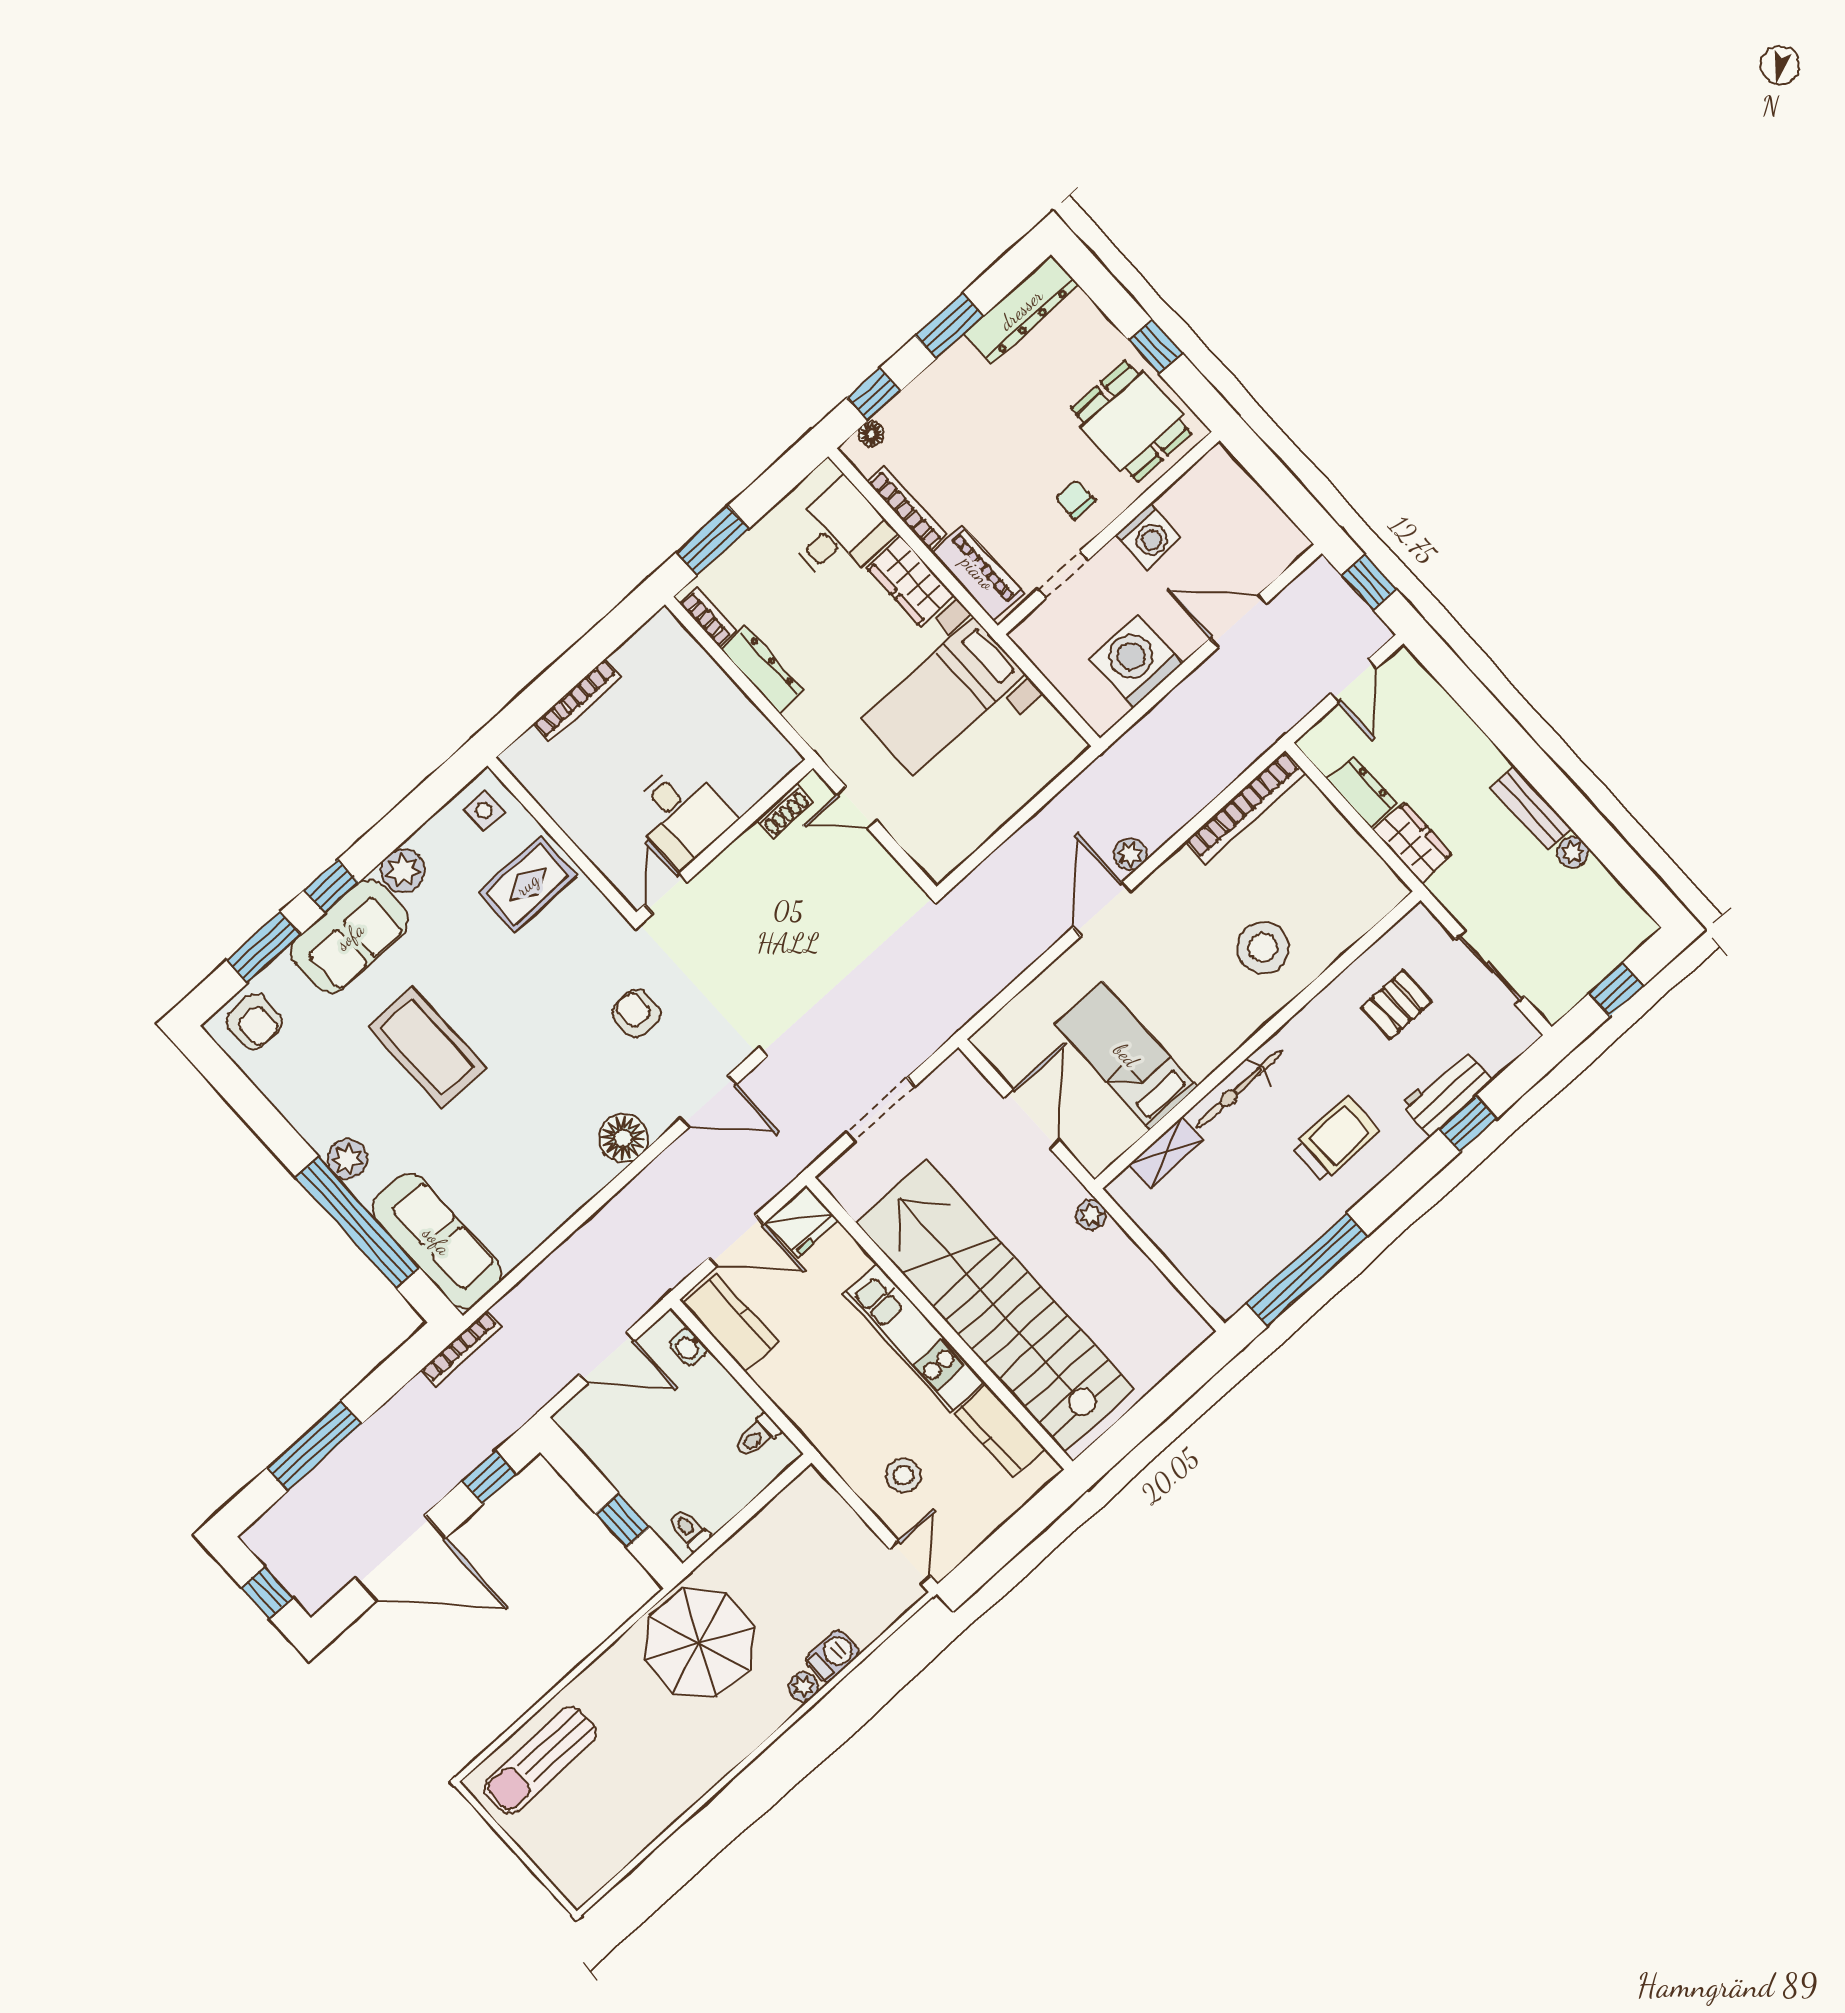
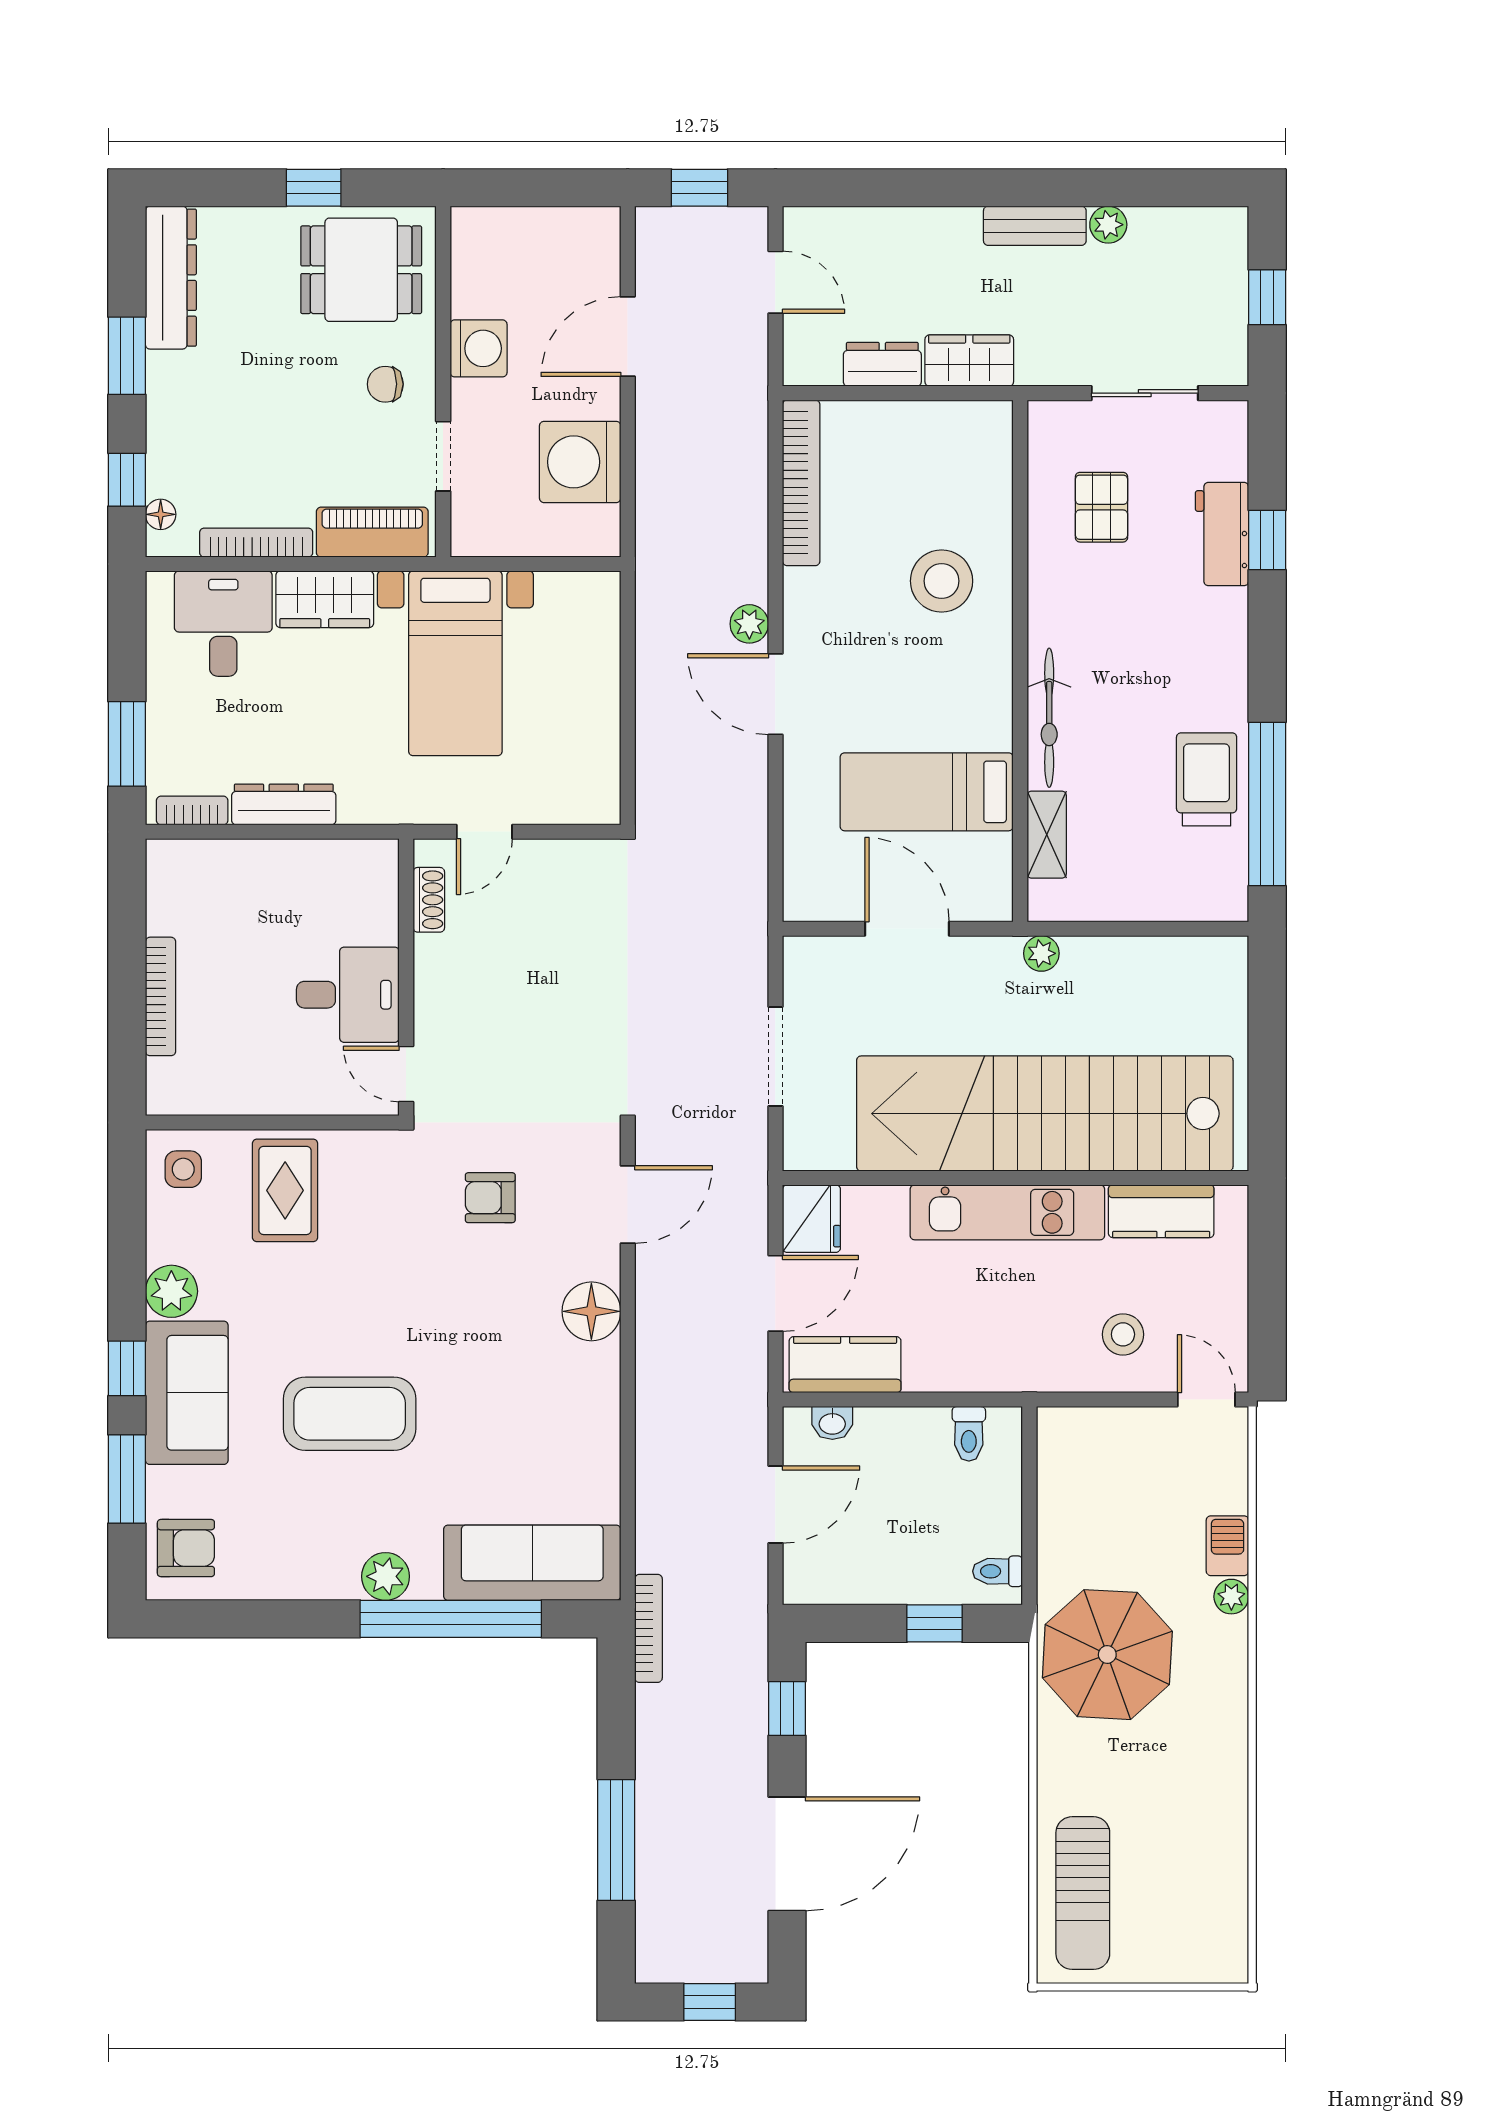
trolley: (1335, 1139) -> (1207, 779), moved

